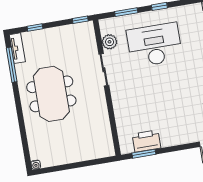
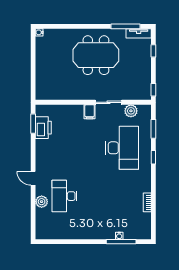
filing cabinet: (119, 90) -> (90, 112), added

